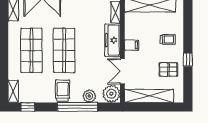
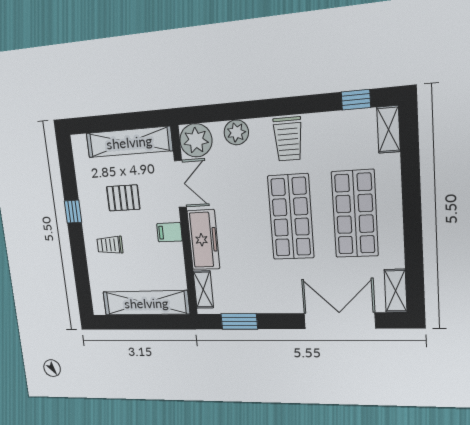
pallet: (168, 69) -> (123, 198), moved
window: (78, 107) -> (256, 109), removed

